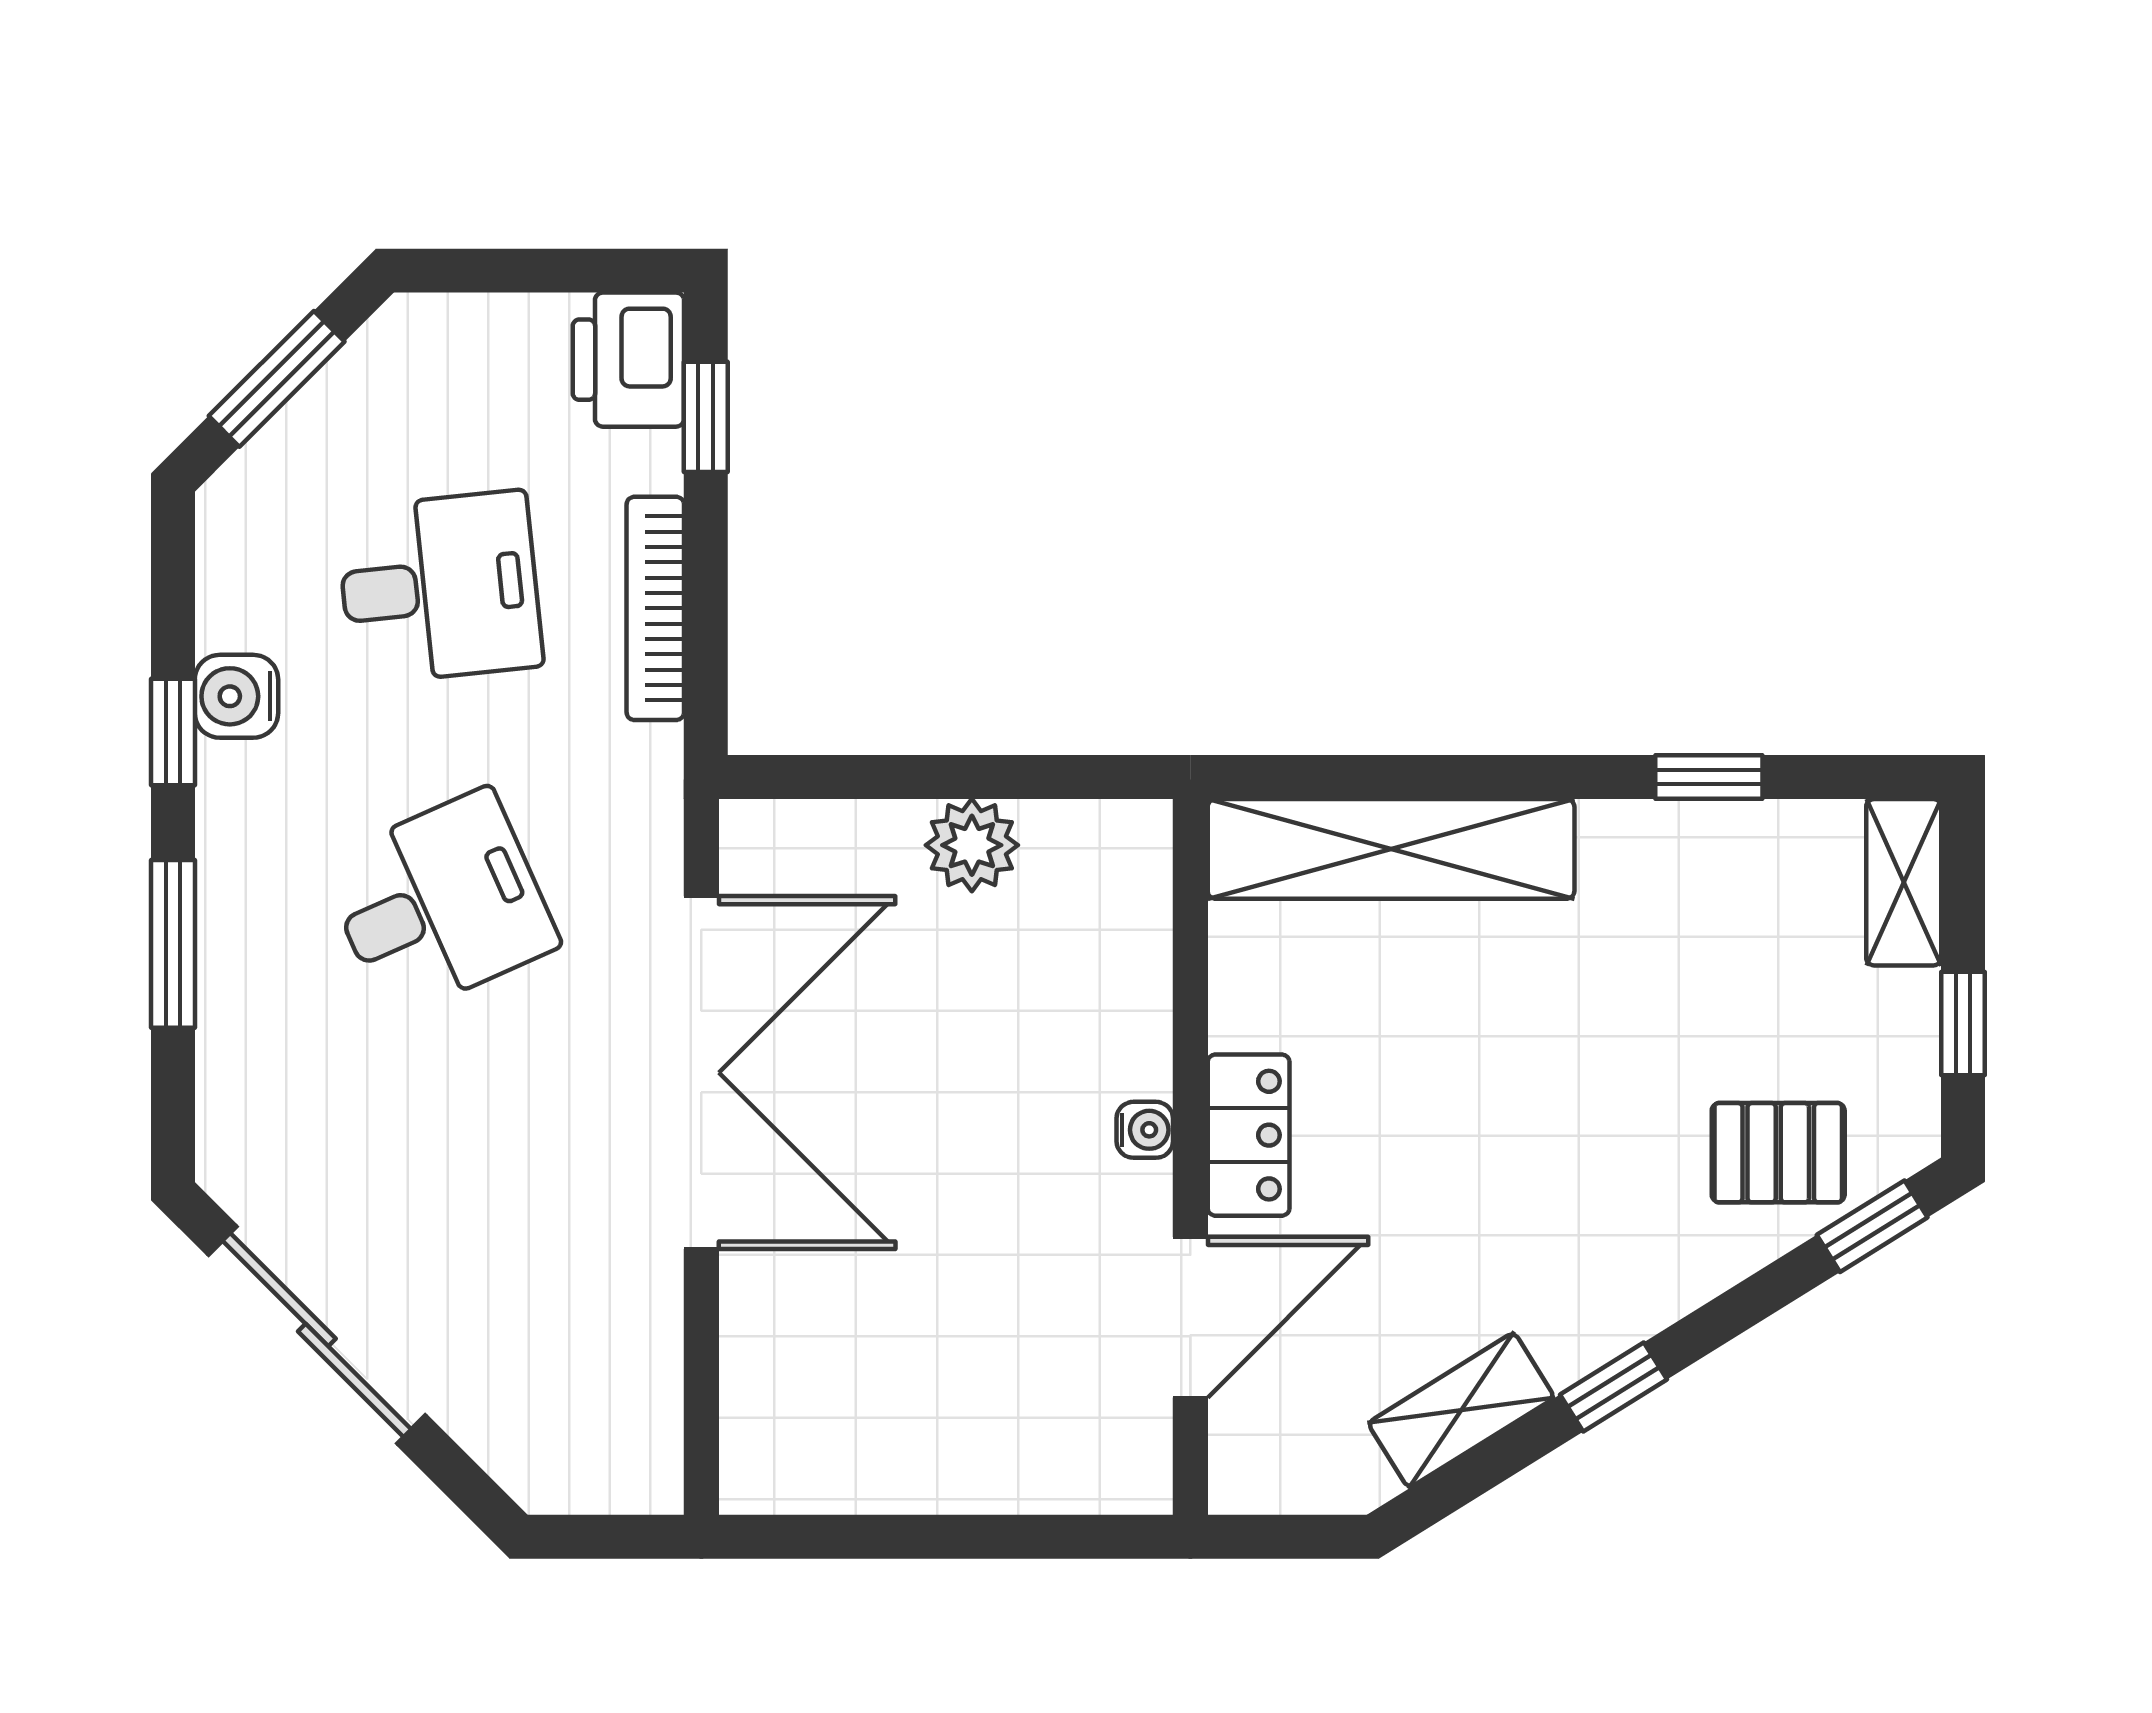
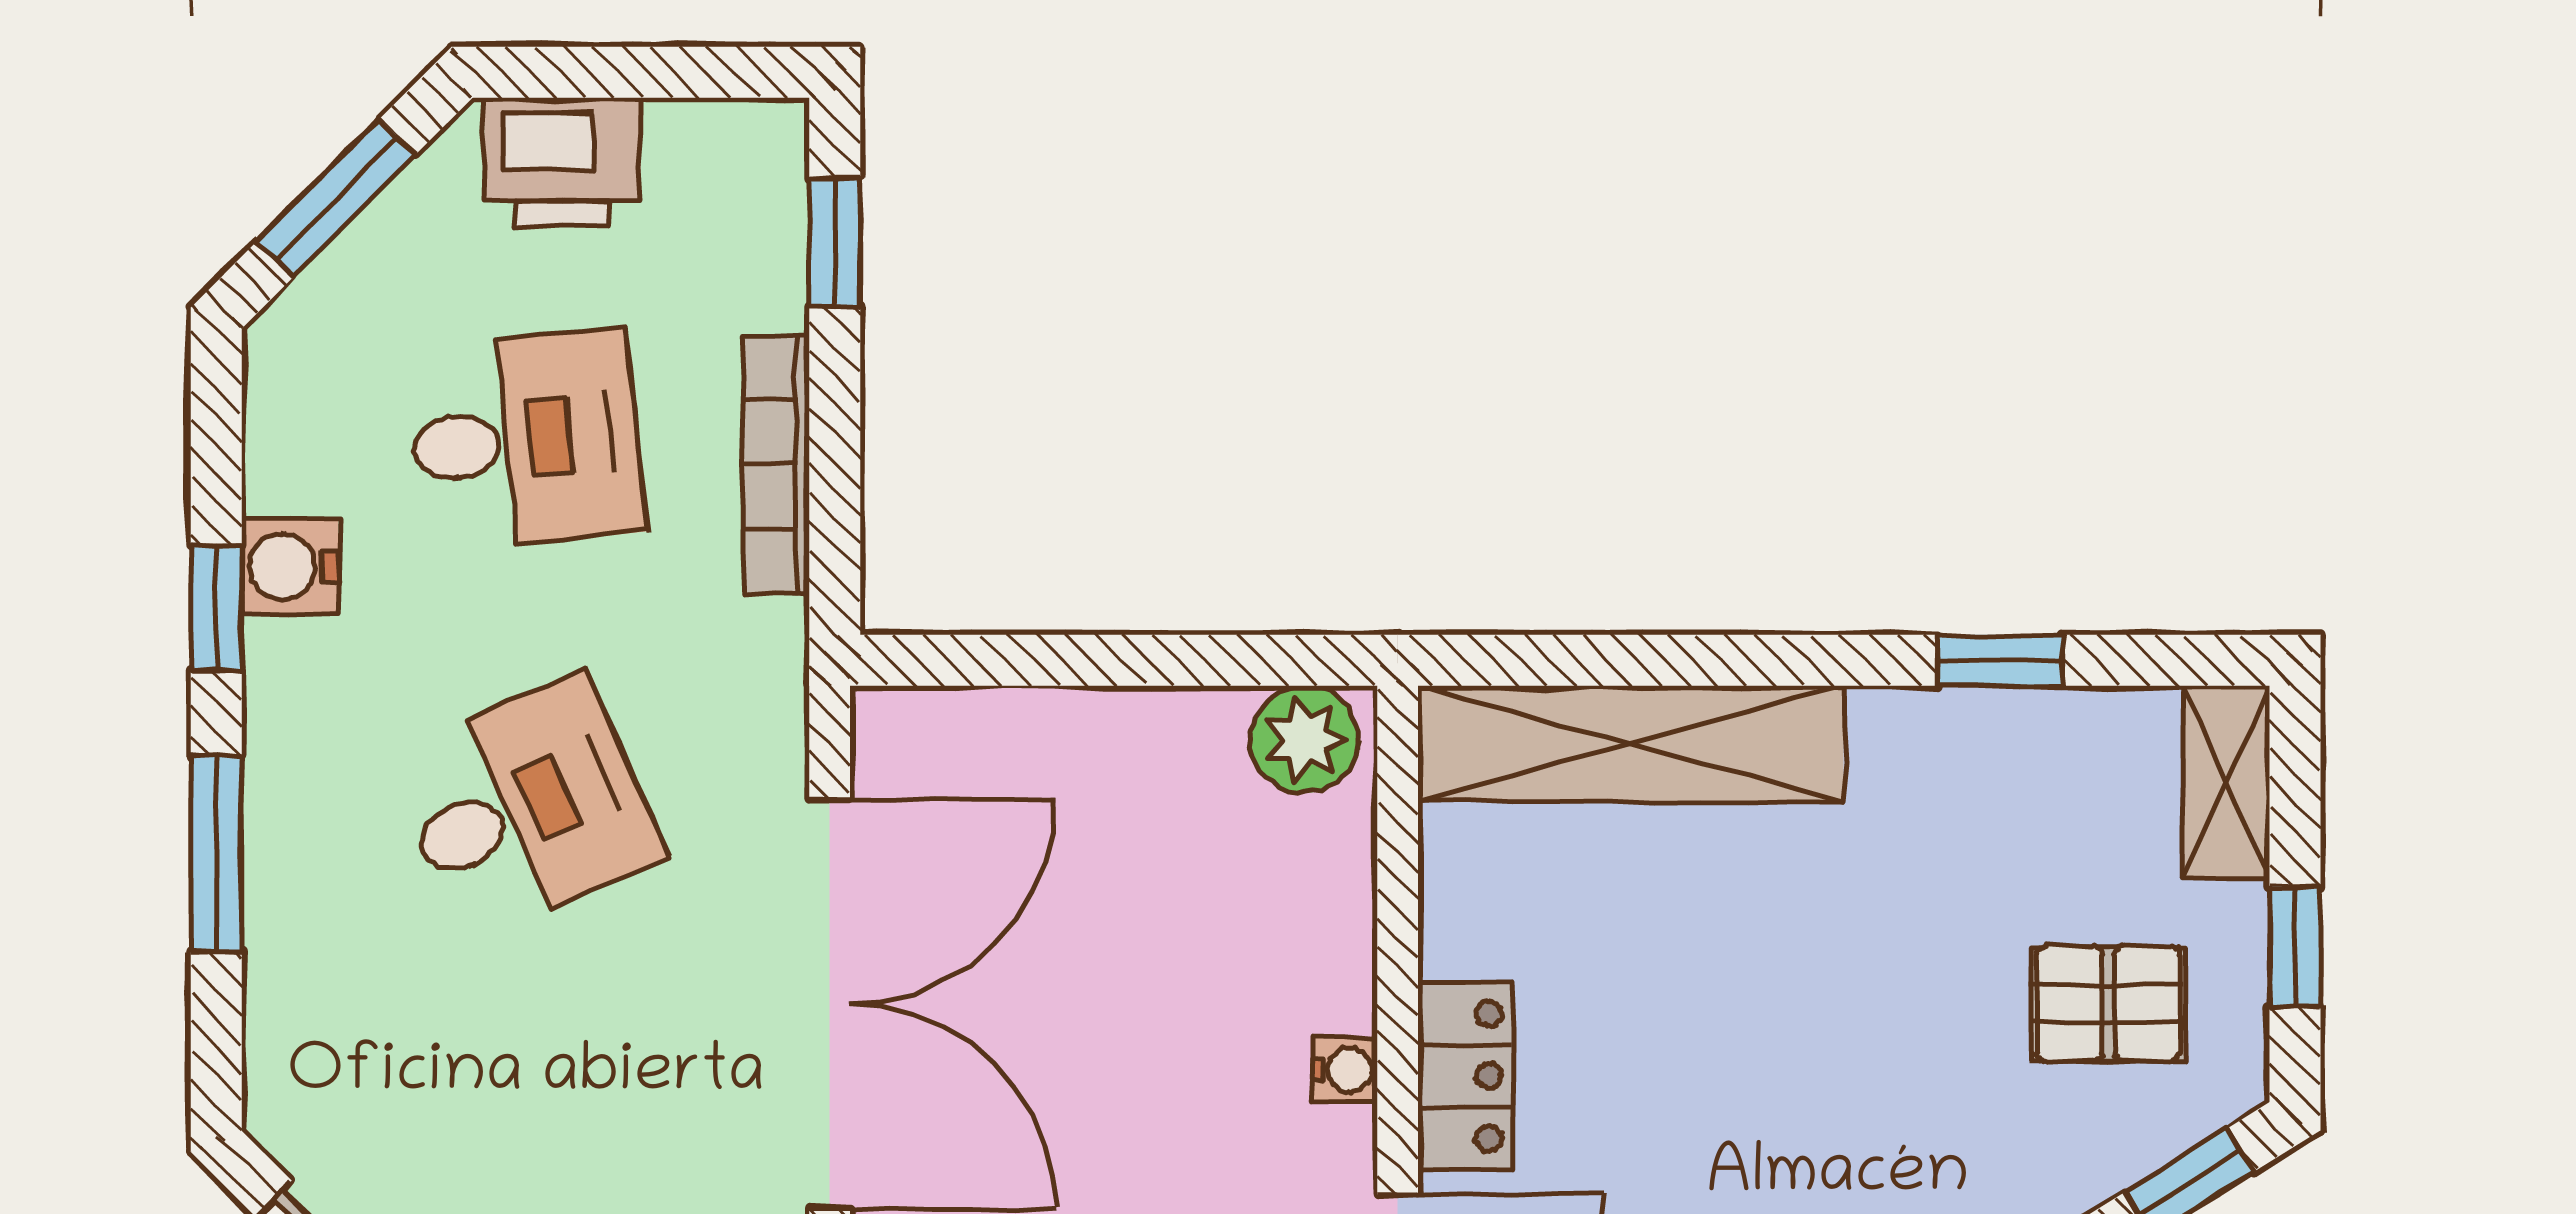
printer: (628, 360) -> (563, 162), moved, turned -90
plant: (972, 845) -> (1304, 739), moved
pallet: (1778, 1153) -> (2108, 1004), moved

